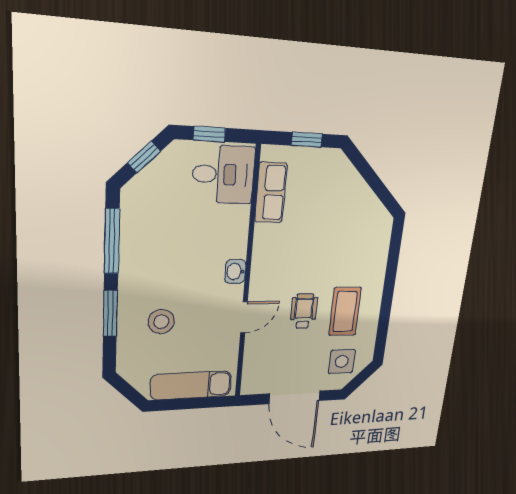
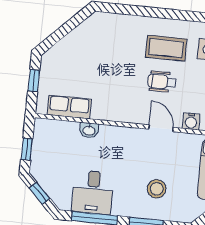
desk: (223, 174) -> (93, 192), moved, turned 180
washbasin: (235, 272) -> (89, 130), moved
water cooler: (254, 353) -> (191, 121), added

